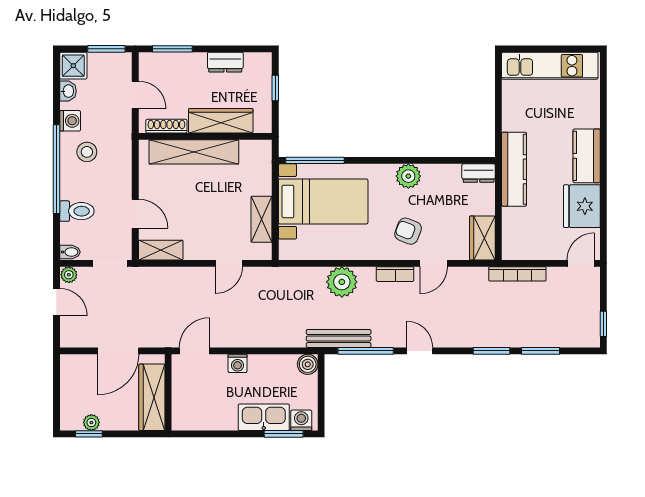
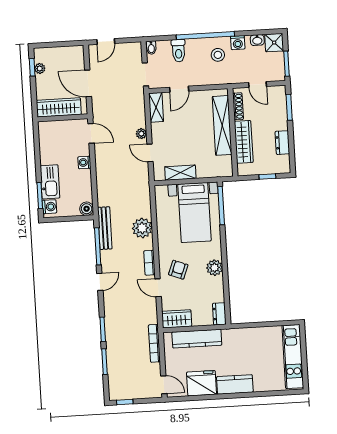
door: (135, 95) -> (258, 85), hinge flipped
kitchen counter: (514, 169) -> (197, 339), moved
plant: (69, 275) -> (141, 134), moved
door: (56, 302) -> (106, 41), moved

